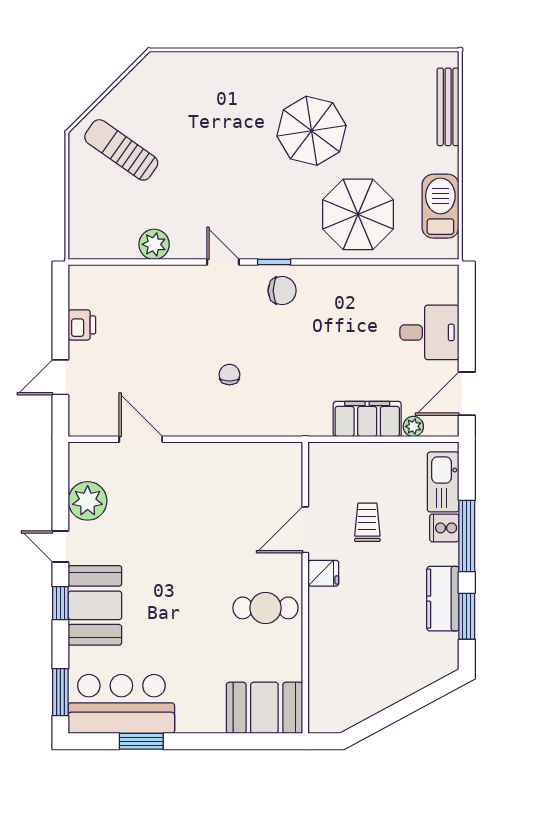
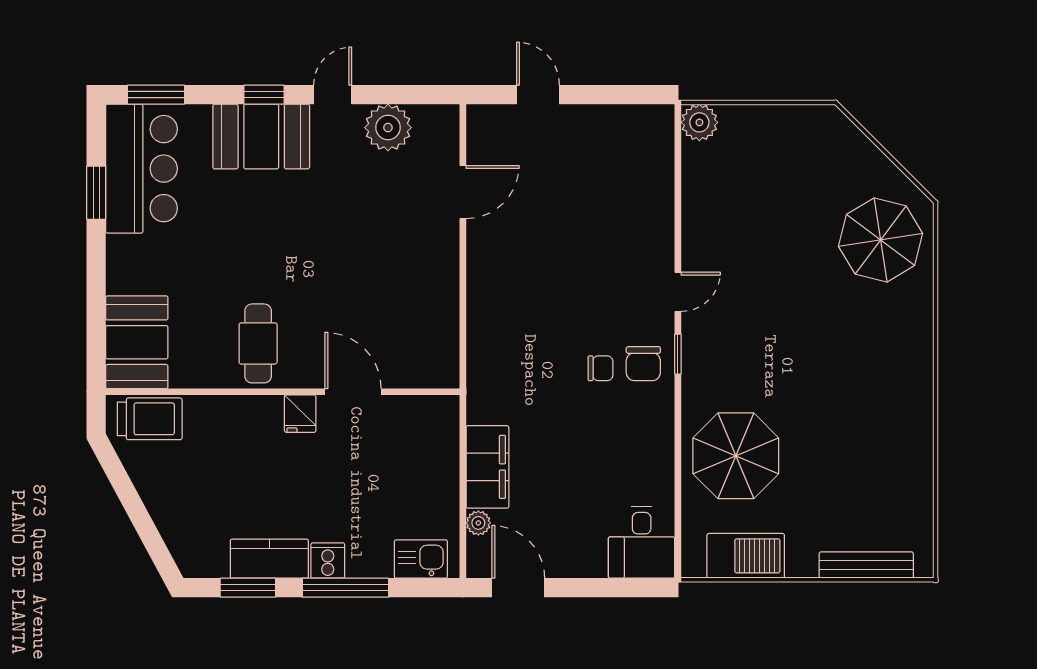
parasol: (312, 131) -> (881, 240), moved
sun lounger: (121, 150) -> (814, 168), removed
plant: (154, 244) -> (699, 122), moved
printer: (82, 325) -> (602, 121), removed
desk: (429, 332) -> (642, 542), moved
chair: (229, 375) -> (600, 368), moved
kitchen sink: (443, 482) -> (421, 559), width x0.73
trolley: (367, 522) -> (150, 419), moved, width x1.36, depth x1.39
cooker: (444, 528) -> (328, 561), moved

